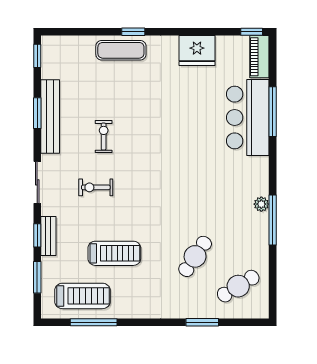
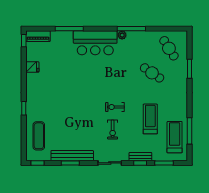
exercise mat: (121, 50) -> (39, 136), moved
fridge: (197, 51) -> (32, 67), width x0.53, depth x0.75
bar counter: (248, 118) -> (95, 43), moved
exercise bike: (104, 137) -> (115, 107), moved

